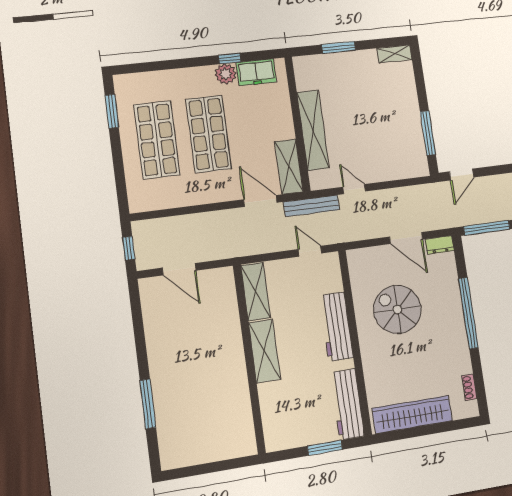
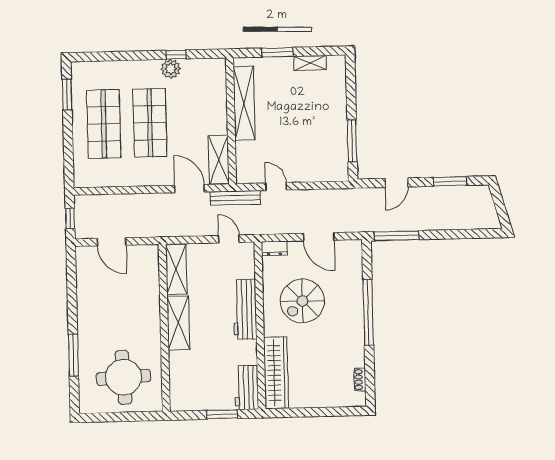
shelving: (394, 54) -> (310, 63), moved
freezer: (256, 72) -> (199, 69), removed
shelving: (313, 130) -> (244, 103), moved
door: (462, 174) -> (396, 183), moved
dresser: (440, 245) -> (274, 248), moved
spiral stairs: (397, 309) -> (302, 301), turned -90
workbench: (347, 404) -> (247, 388), width x0.73
wardrobe: (412, 415) -> (276, 373), moved, turned 90
round table: (209, 421) -> (123, 377), added

